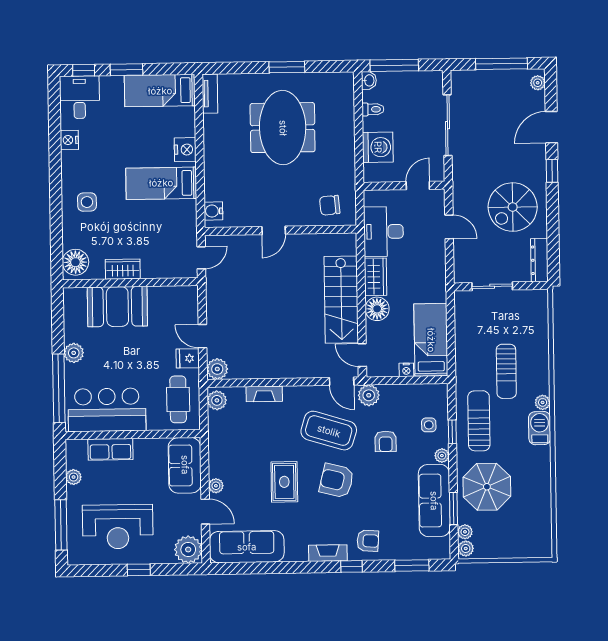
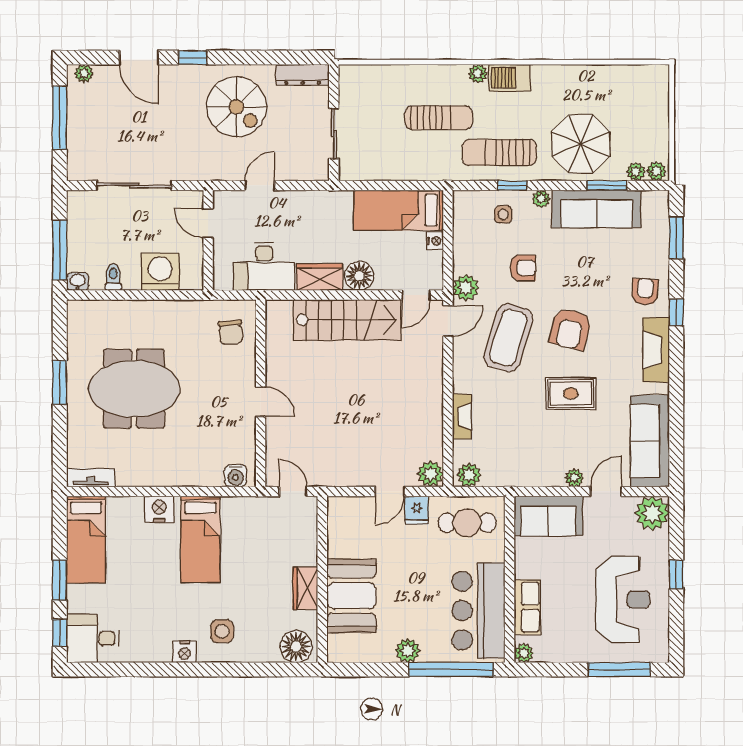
nightstand: (69, 140) -> (185, 652), moved
plant: (74, 477) -> (524, 653), moved
fireplace: (328, 553) -> (656, 350), width x1.37, depth x1.32

